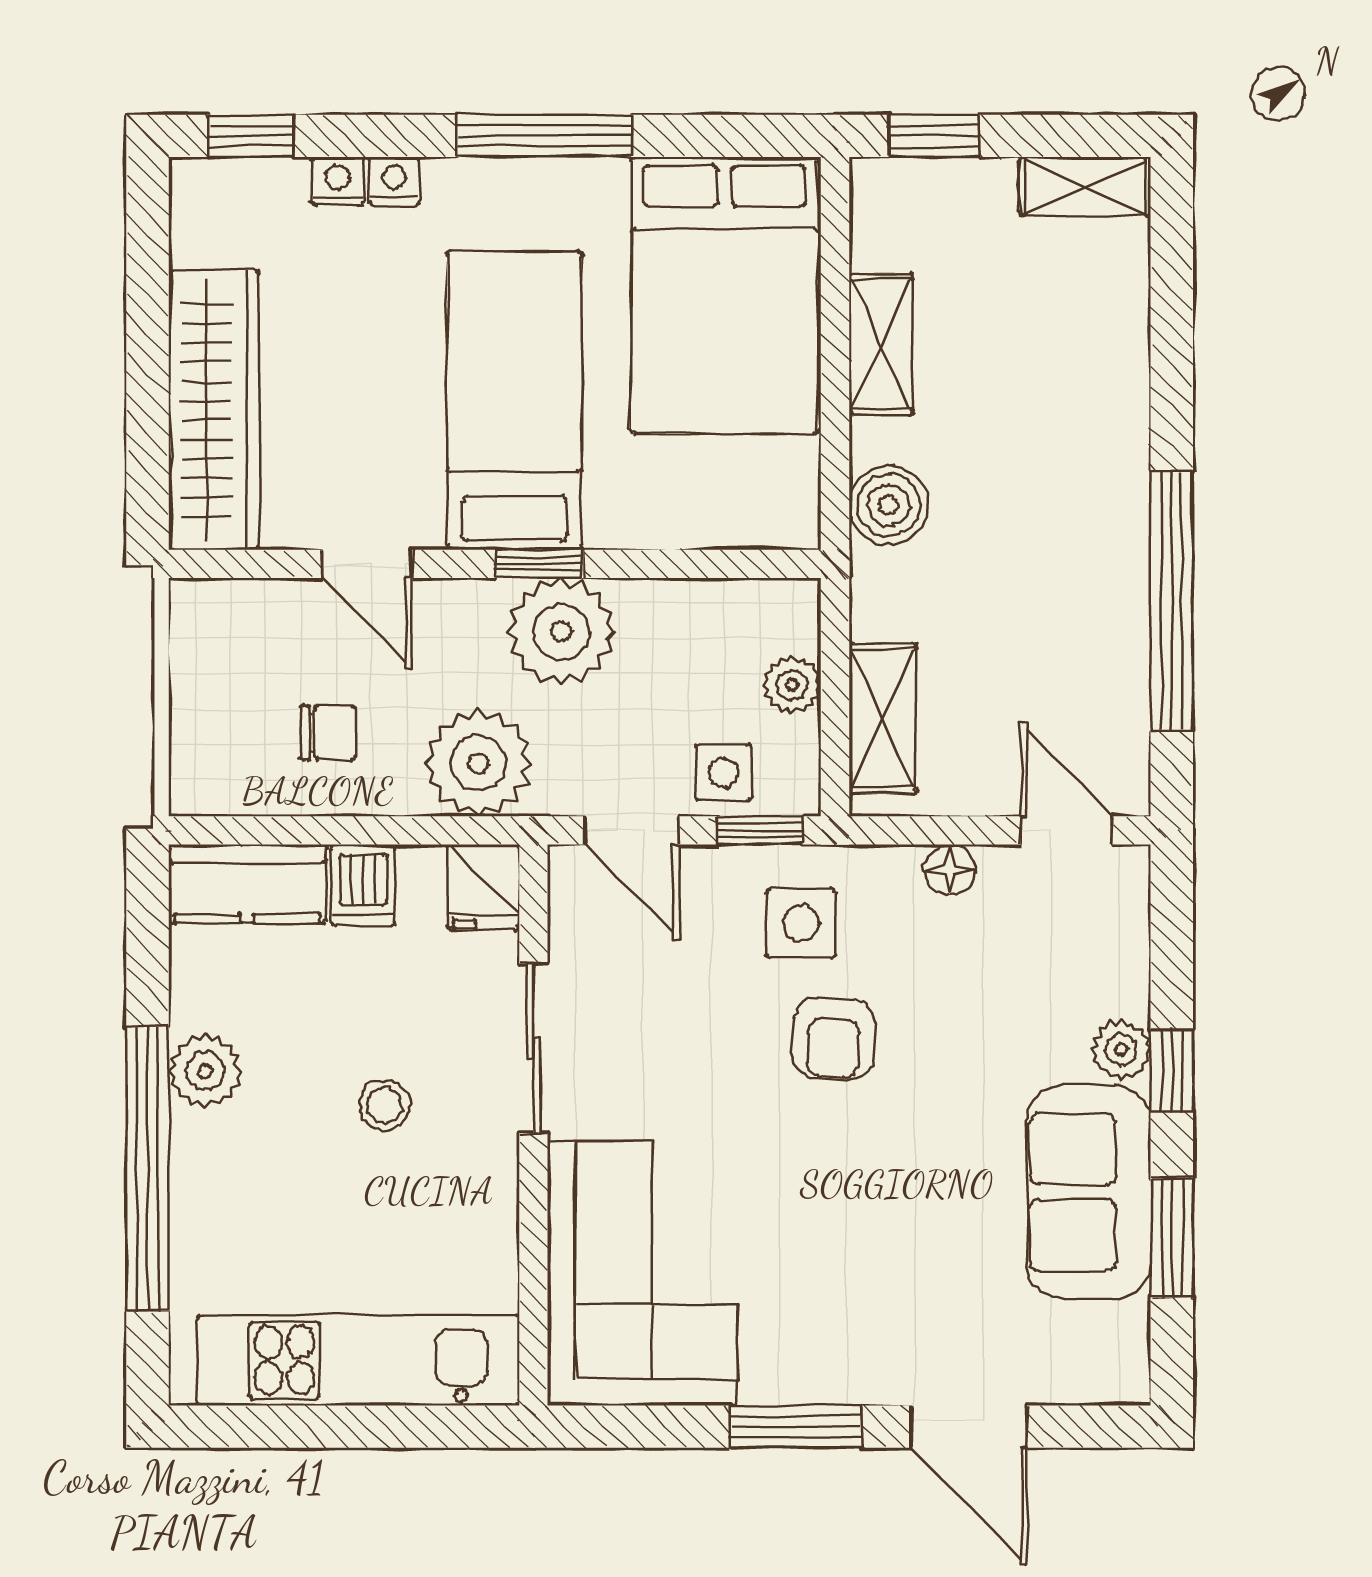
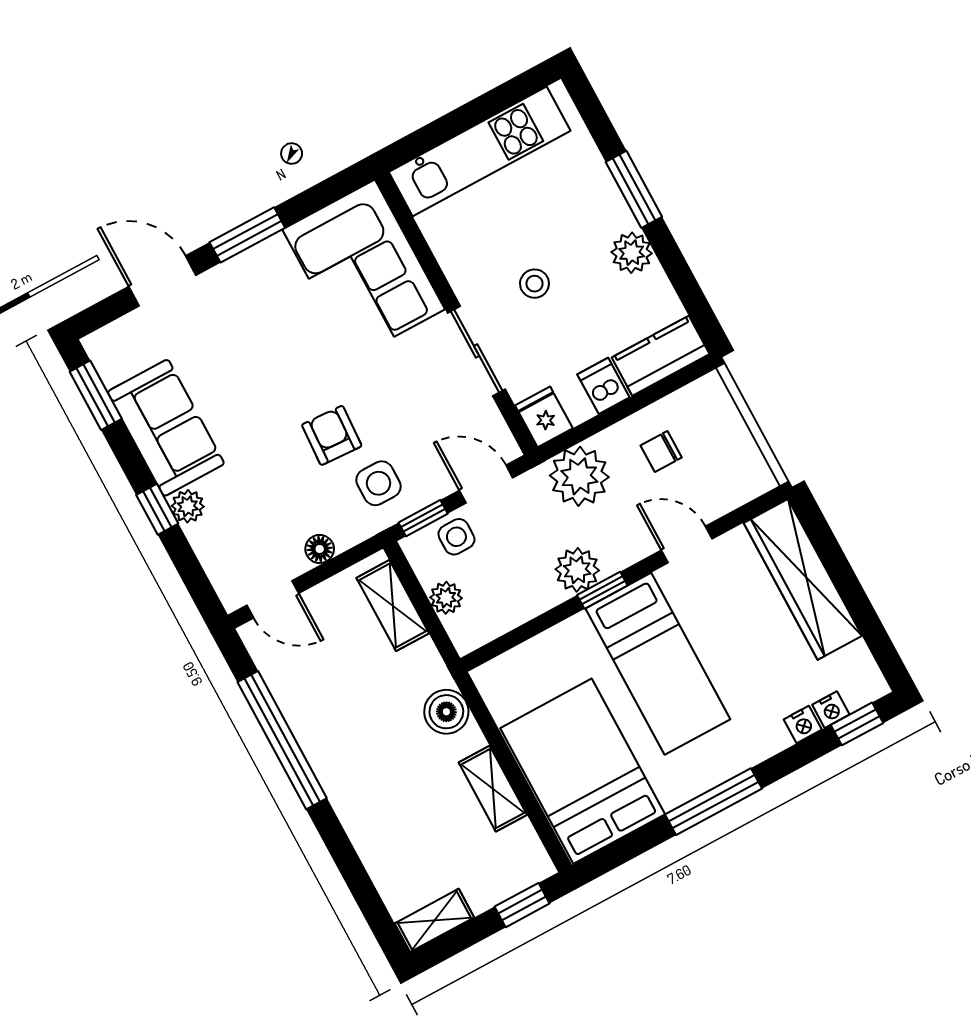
nightstand: (394, 181) -> (831, 710), moved
plant: (561, 632) -> (577, 570), width x0.73, depth x0.73
window: (148, 1169) -> (634, 189), width x0.47
window: (1172, 1238) -> (96, 395), moved

